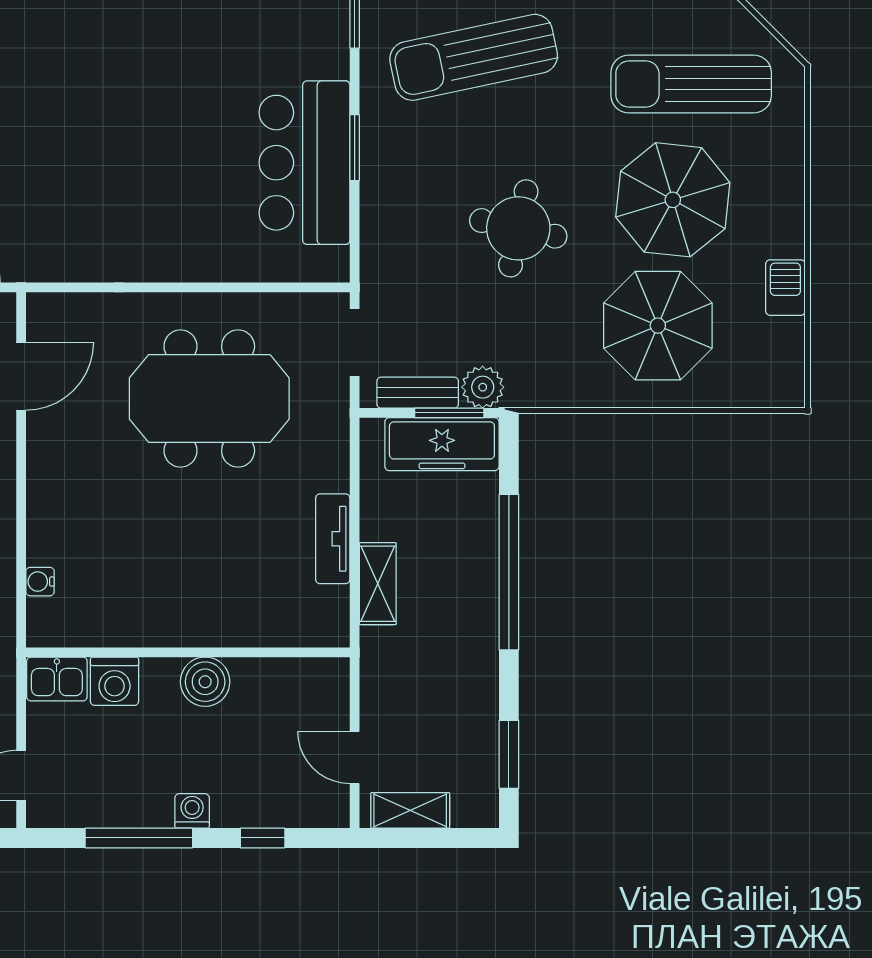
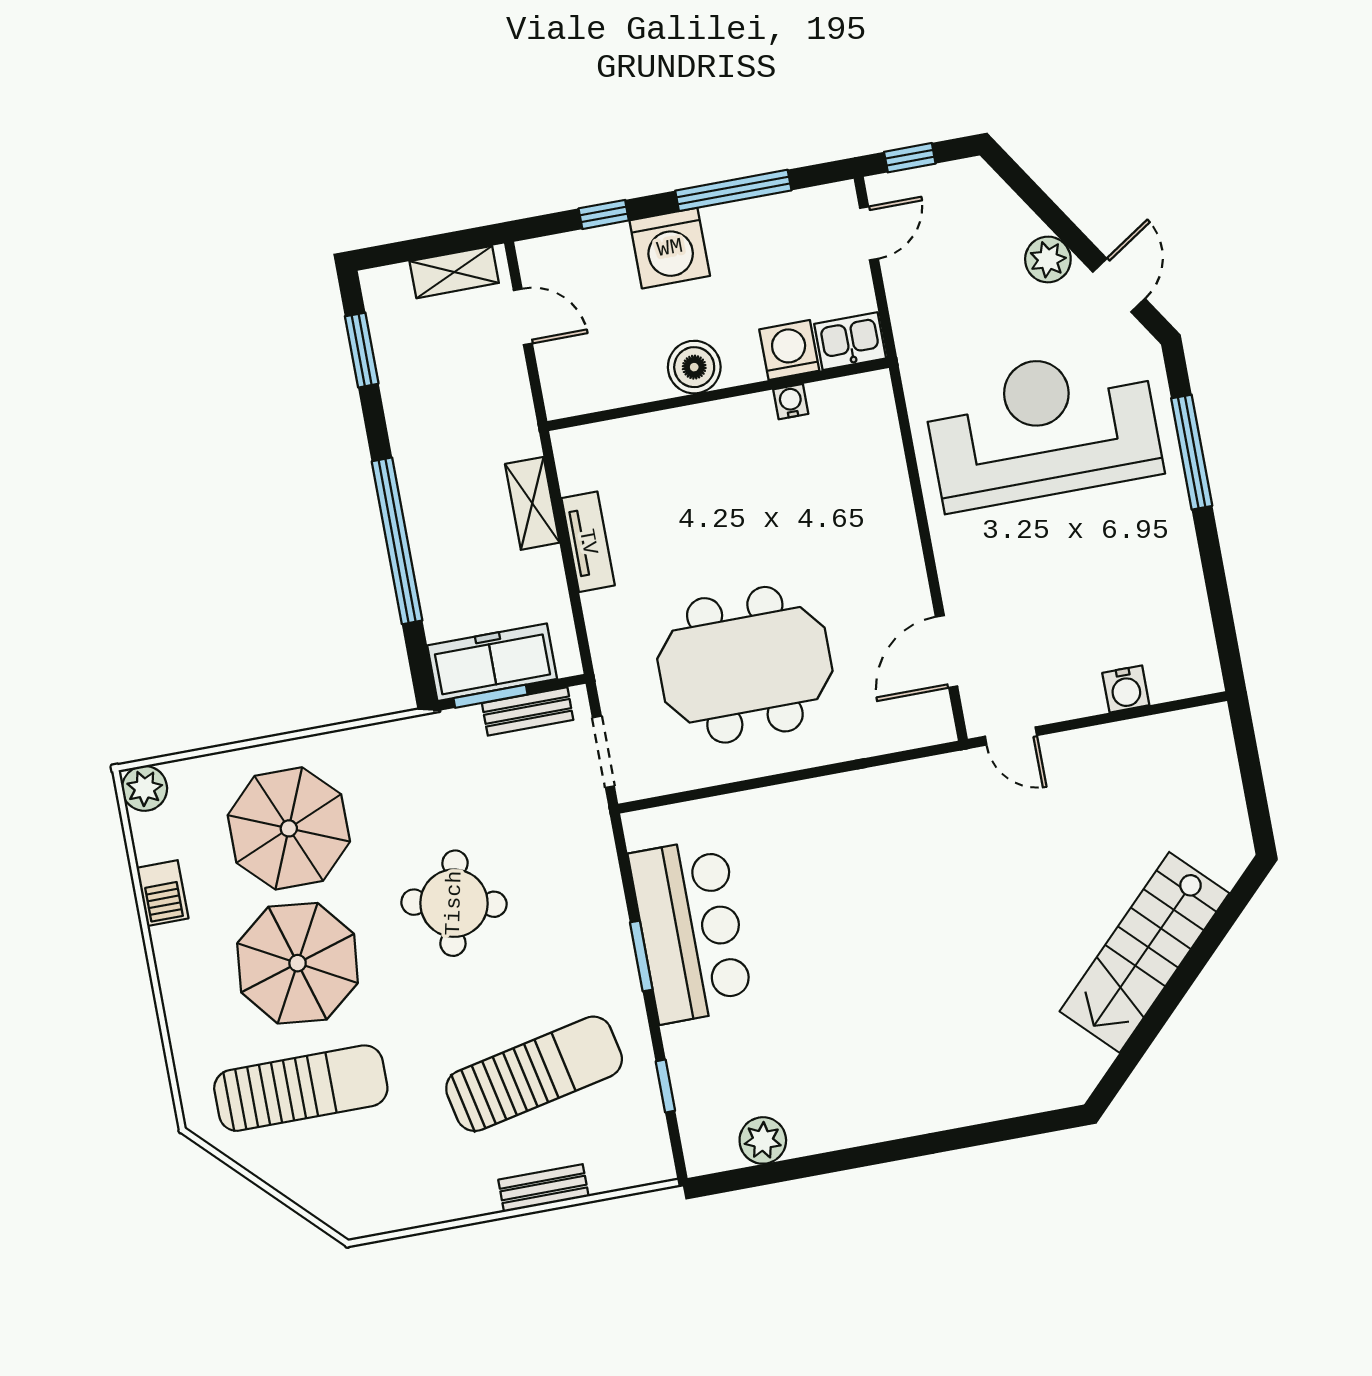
plant: (483, 387) -> (145, 788), moved
water cooler: (40, 582) -> (791, 402), moved, turned -90
washing machine: (192, 811) -> (670, 248), width x1.89, depth x1.89

